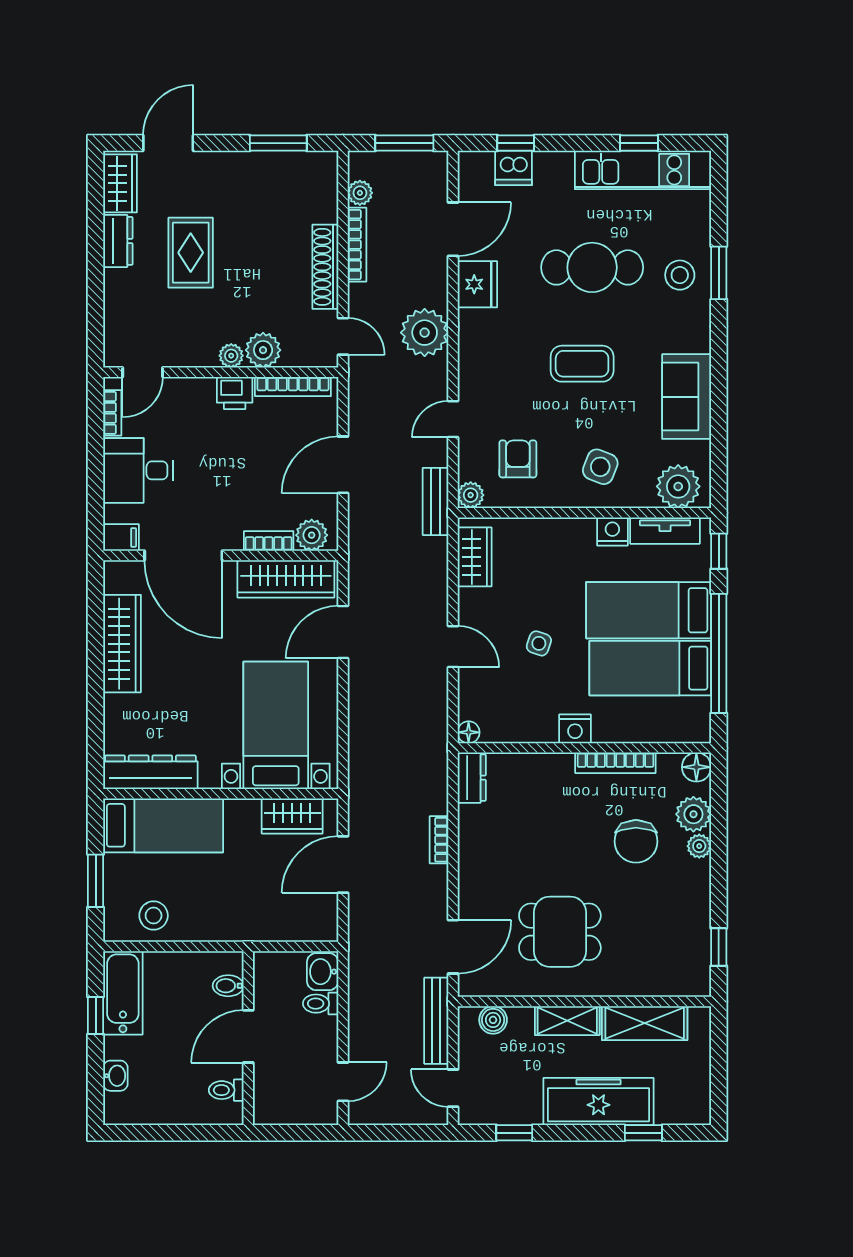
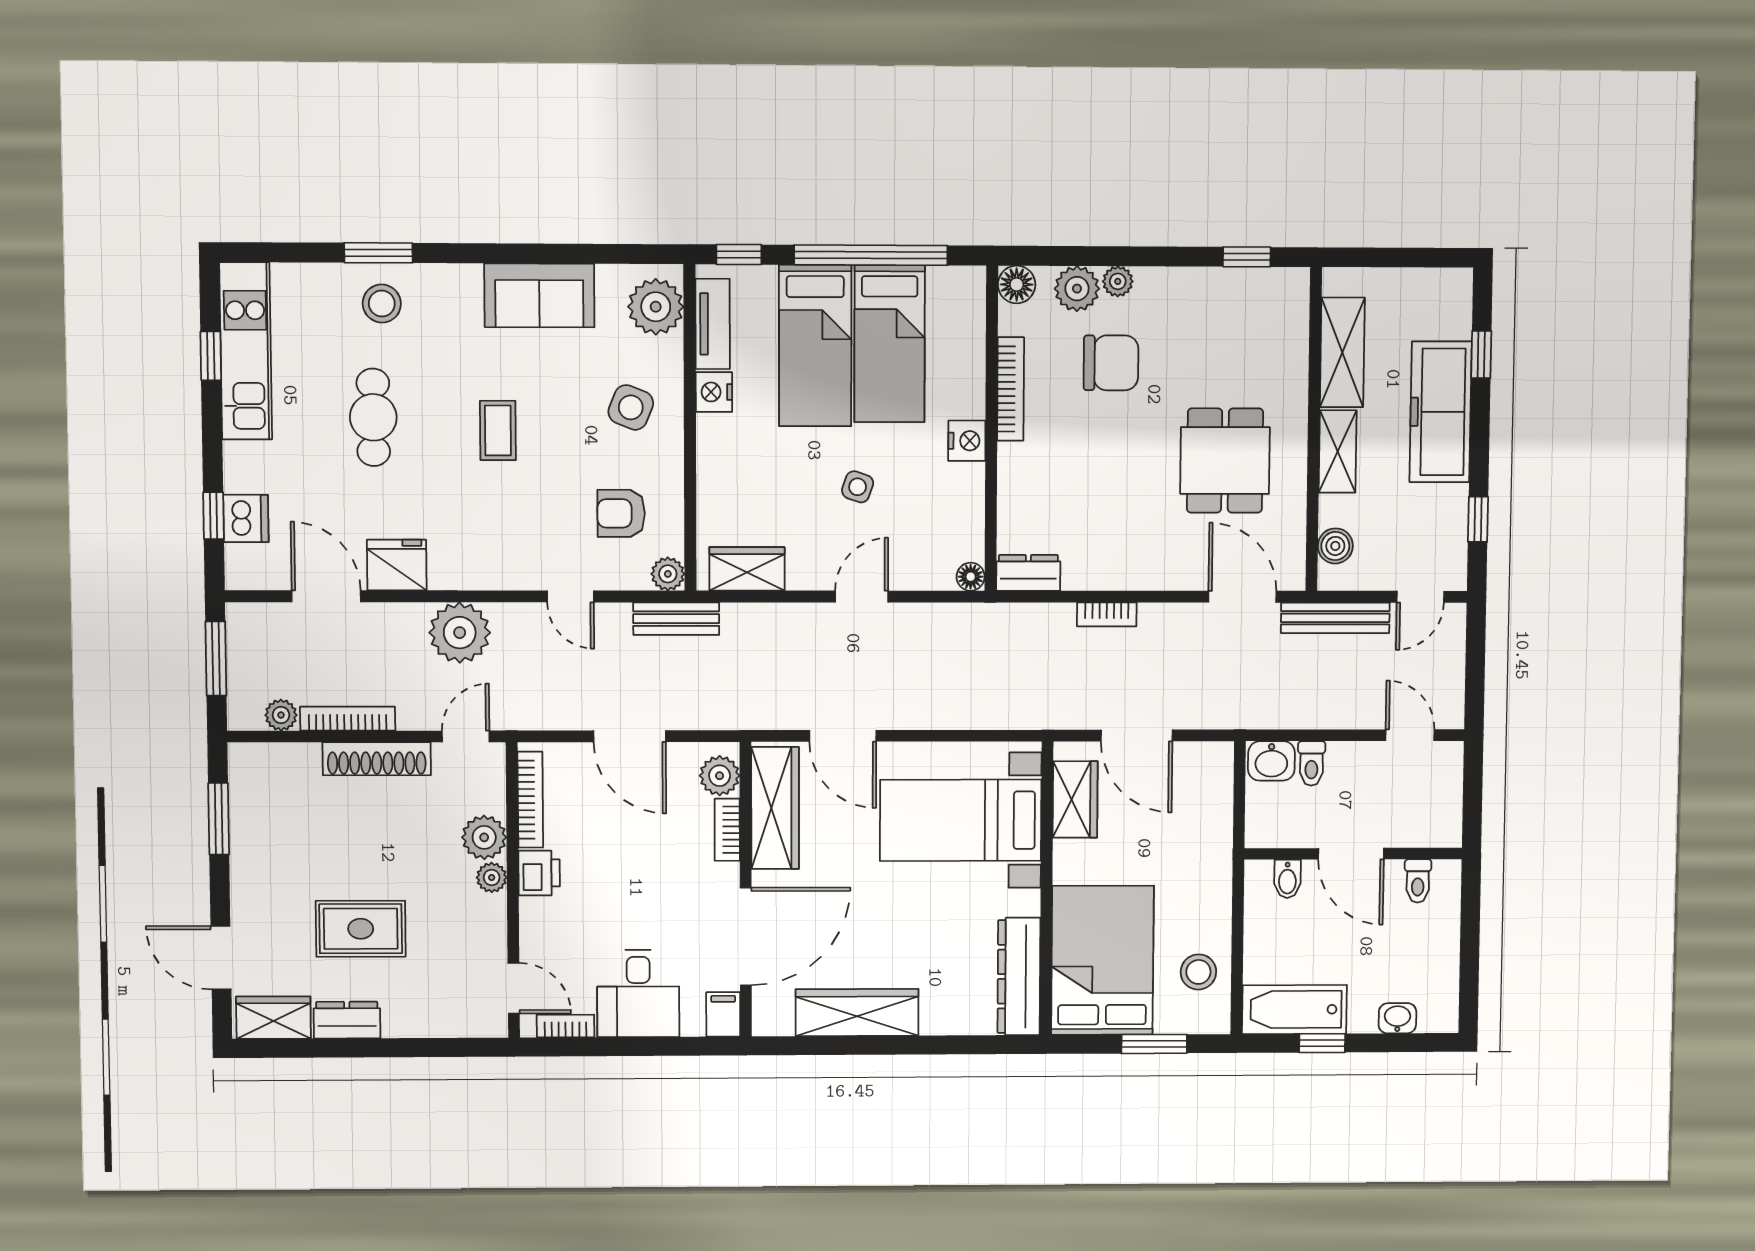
cafe table: (592, 267) -> (373, 417), width x0.73, depth x0.74
coffee table: (582, 364) -> (498, 430), width x0.73, depth x0.77
bed: (163, 825) -> (1102, 960), width x1.50

